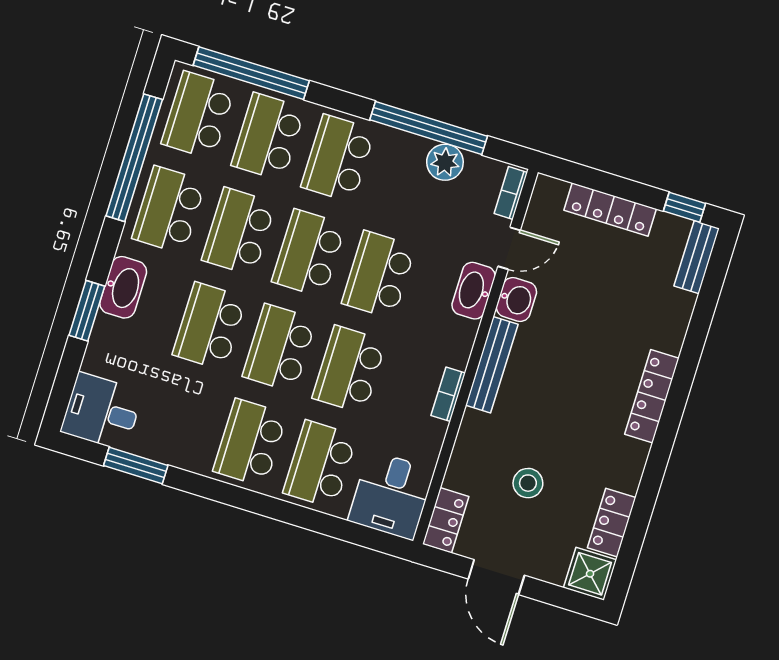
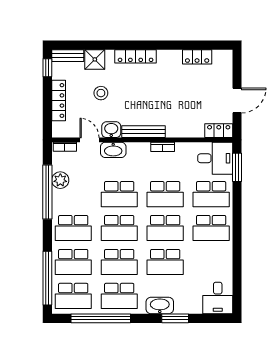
window: (136, 466) -> (237, 167), moved
stool: (528, 483) -> (101, 93), moved
shower: (590, 574) -> (95, 59), moved

